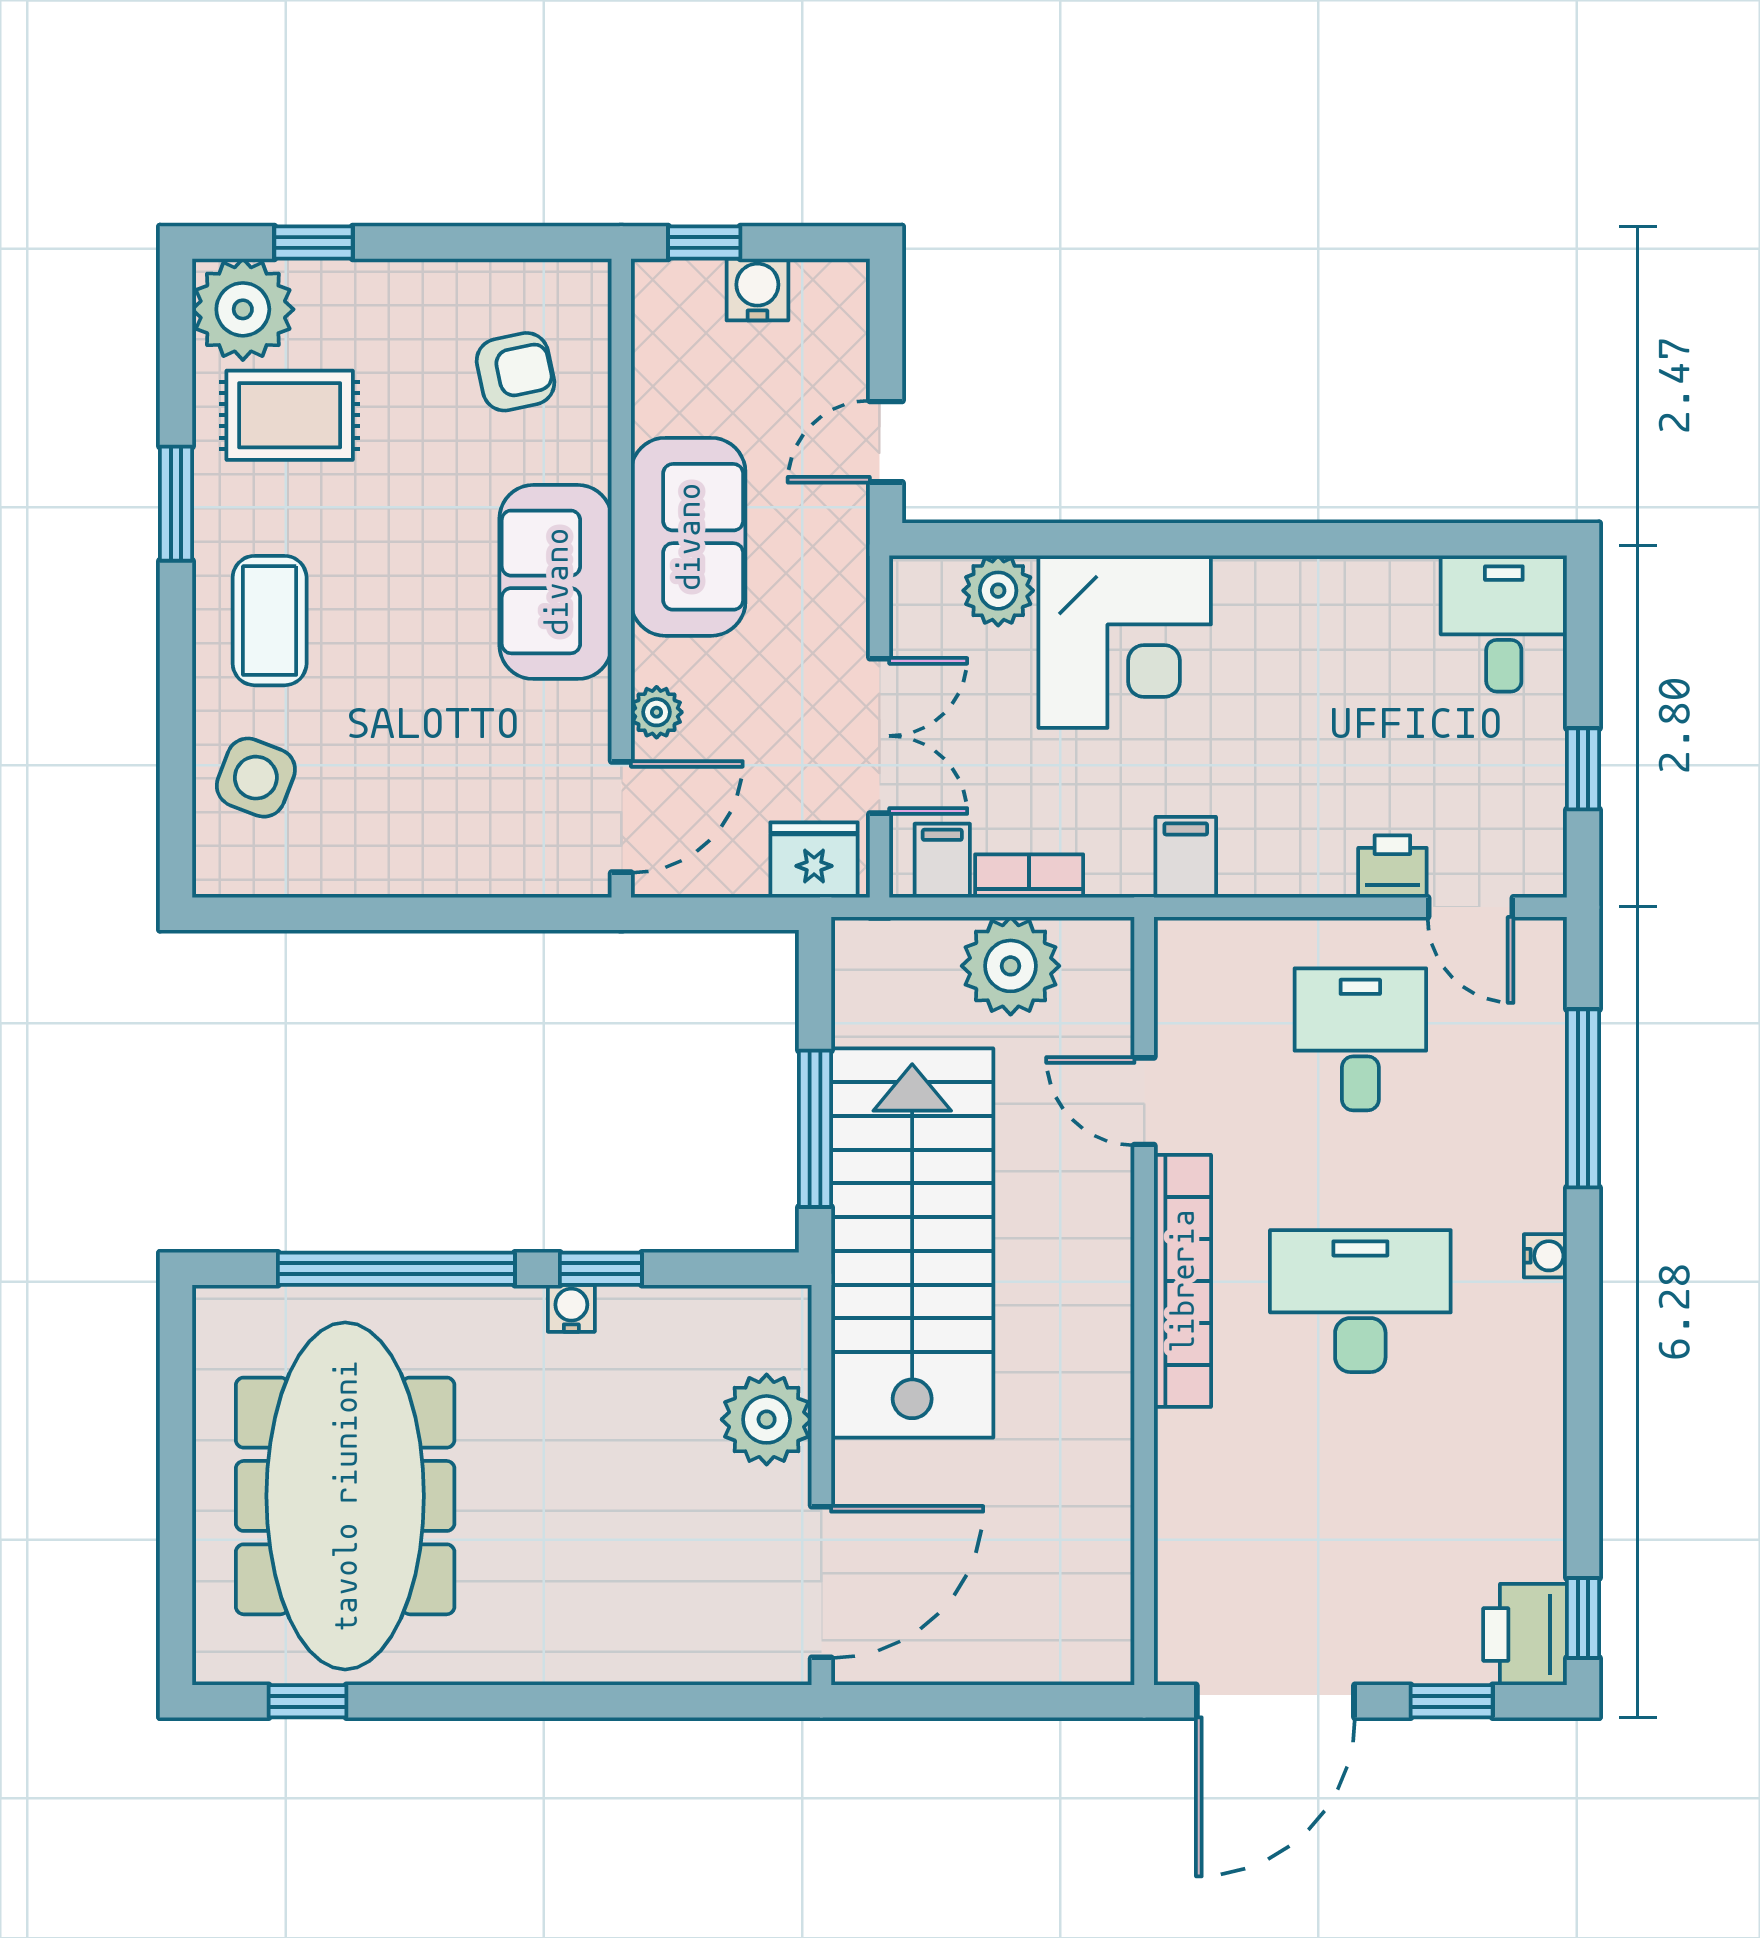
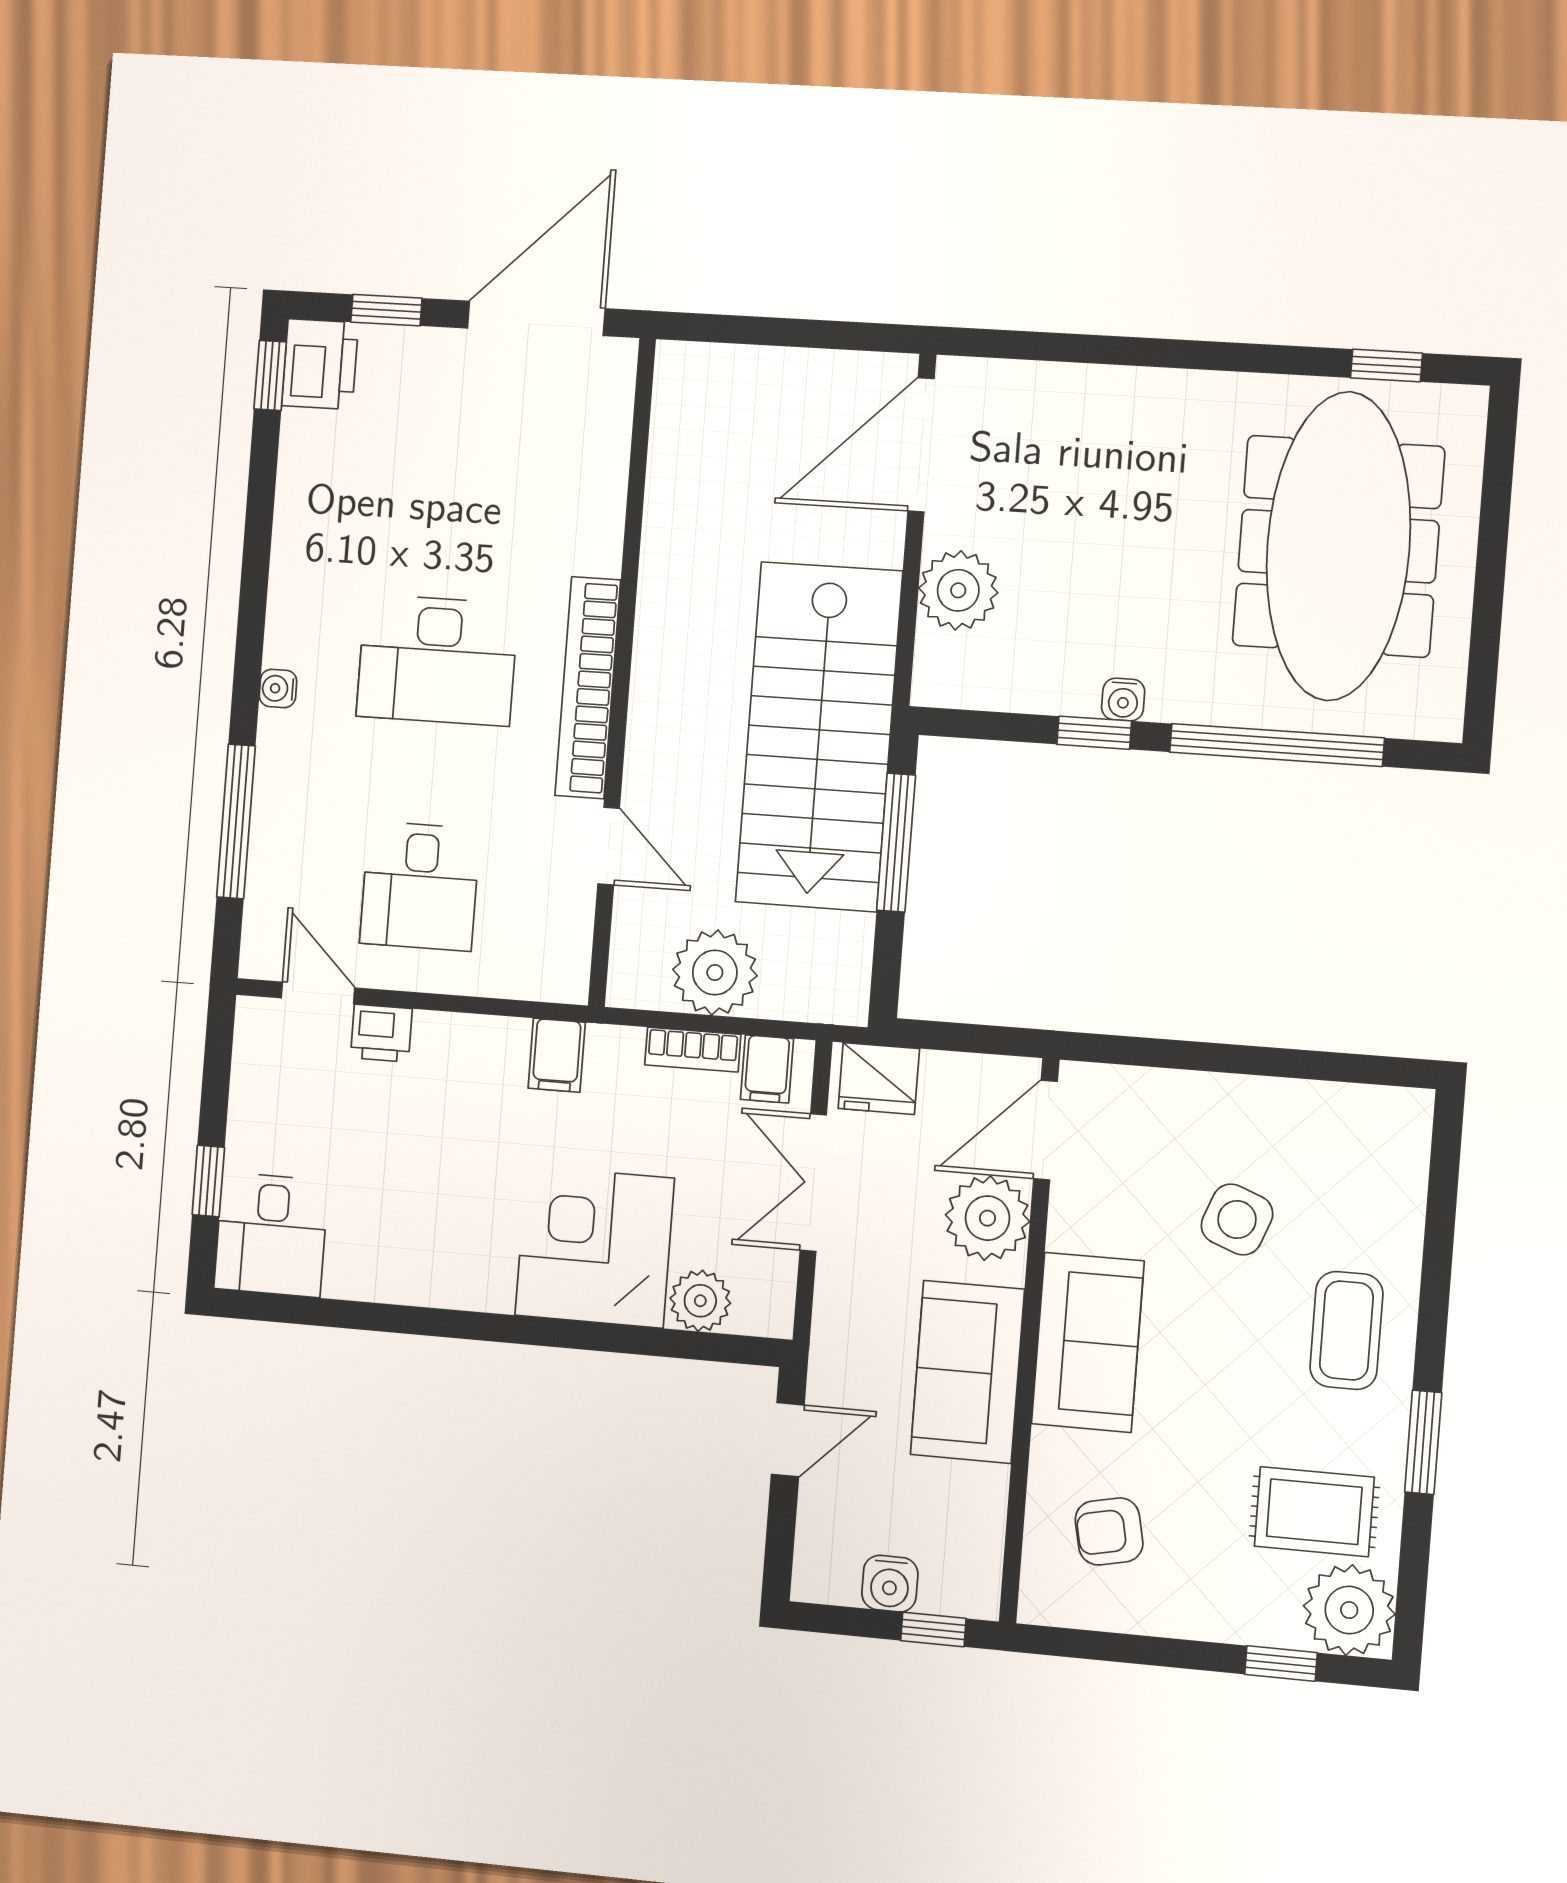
plant: (657, 712) -> (987, 1218), width x1.87, depth x1.87
window: (1583, 769) -> (208, 1181), moved
side table: (256, 778) -> (1237, 1220), moved

